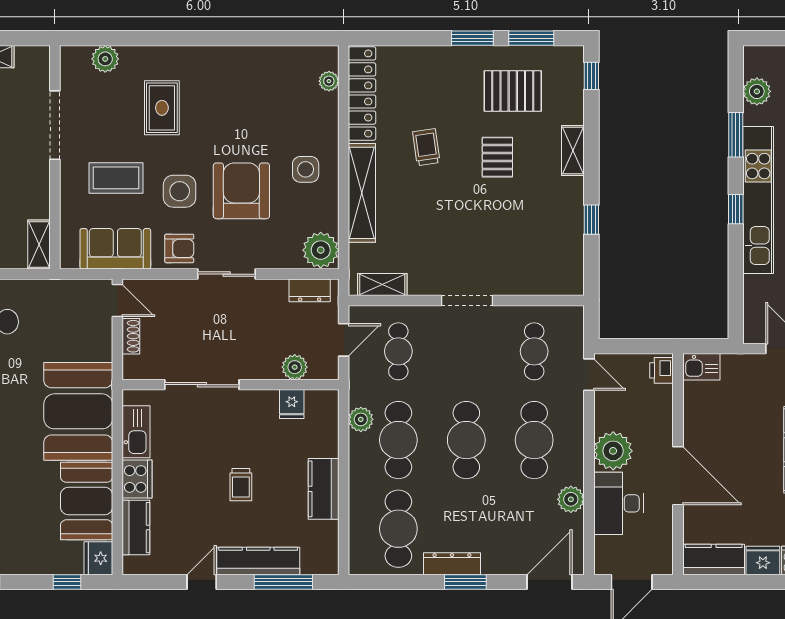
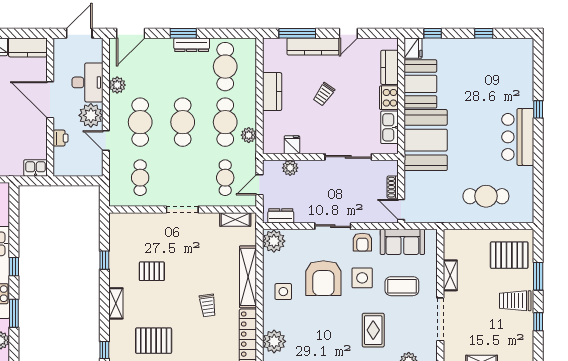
plant: (329, 81) -> (274, 341), width x1.88, depth x1.88
pallet: (497, 157) -> (152, 271), moved, turned 90
shelving: (39, 244) -> (450, 275), moved
armchair: (179, 248) -> (362, 242), turned -90
printer: (661, 370) -> (60, 138), moved
door: (589, 375) -> (106, 141), moved
trolley: (241, 485) -> (324, 94), turned -145

